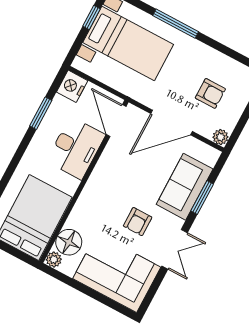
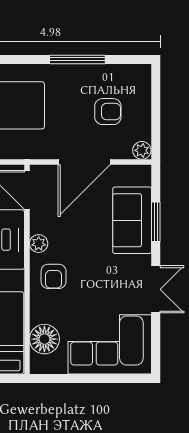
window: (176, 24) -> (77, 59), moved
armchair: (138, 222) -> (54, 276), moved
plant: (54, 259) -> (39, 244), moved

